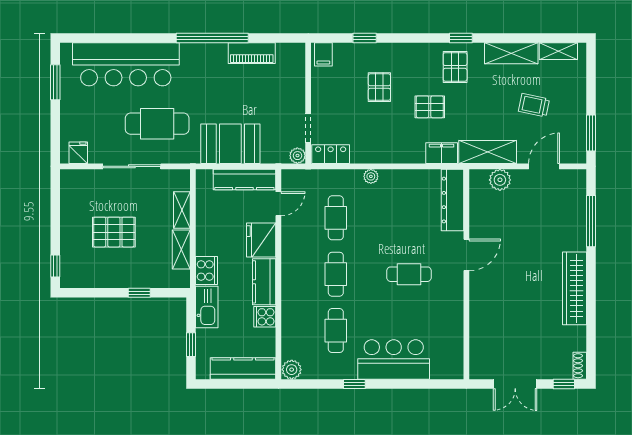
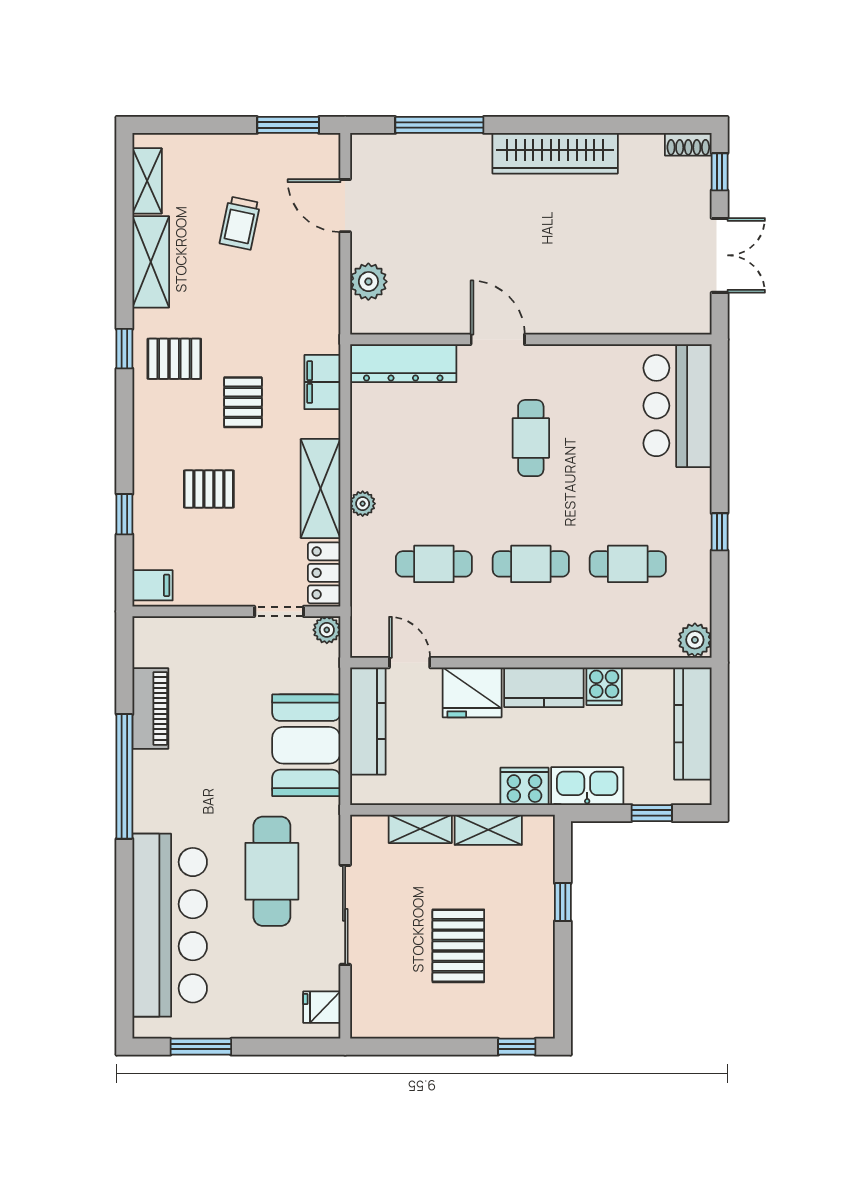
shelving: (488, 152) -> (321, 488), moved
bar counter: (394, 359) -> (678, 406), moved

